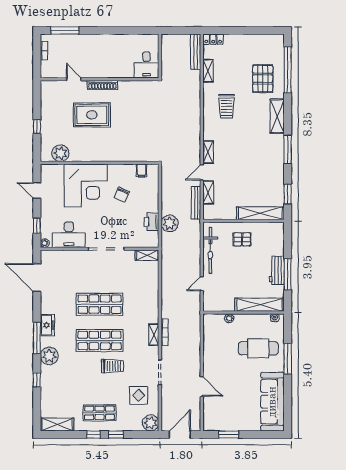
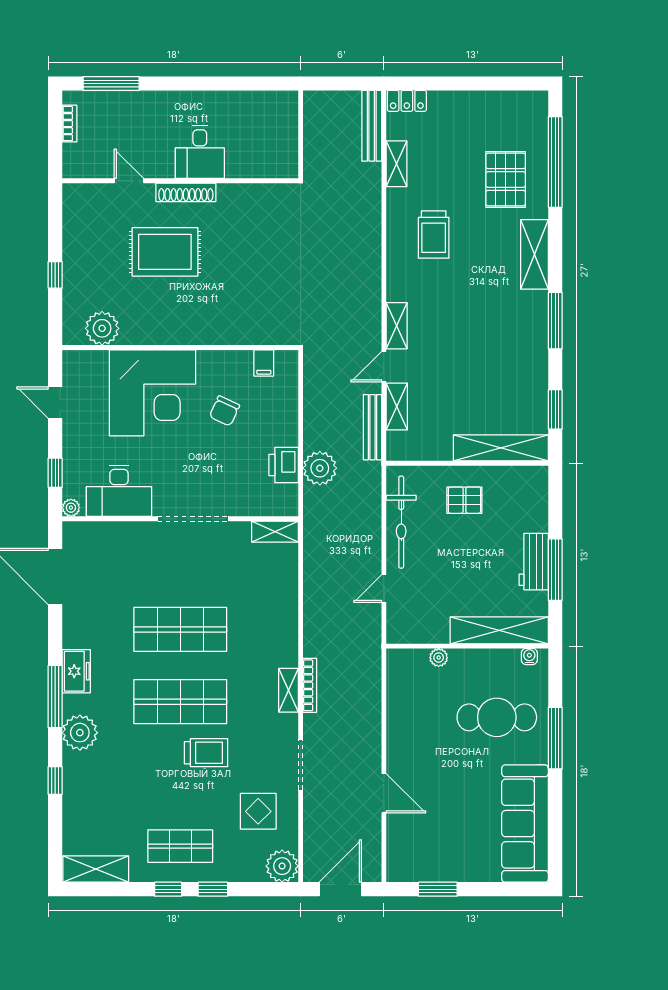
desk: (146, 65) -> (200, 152), moved

